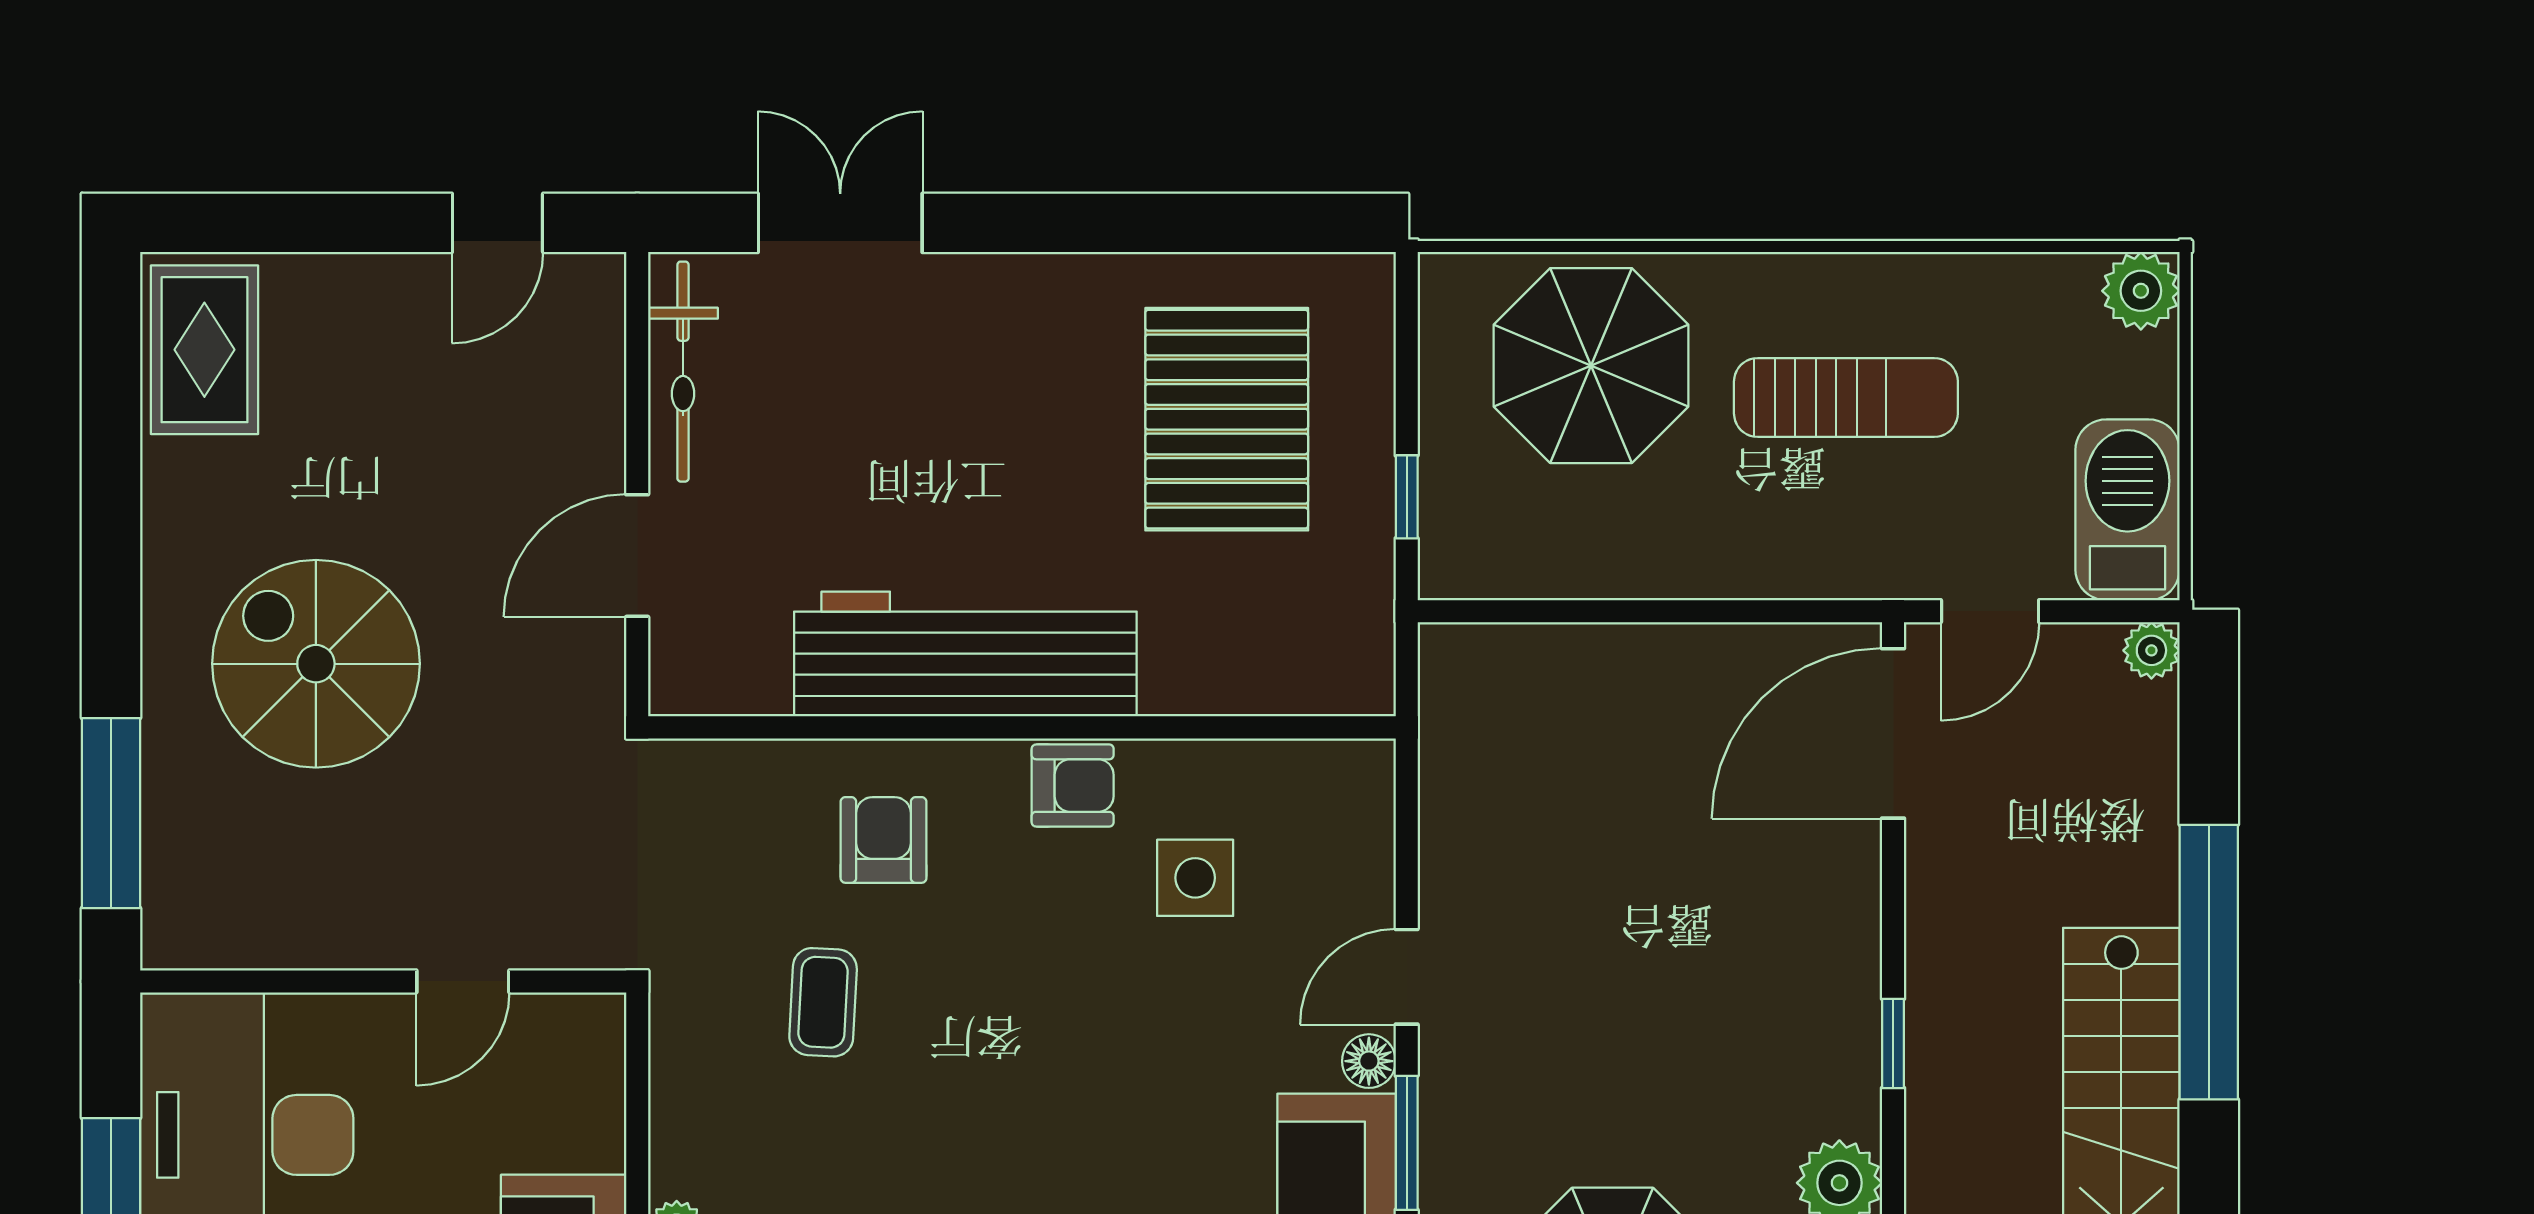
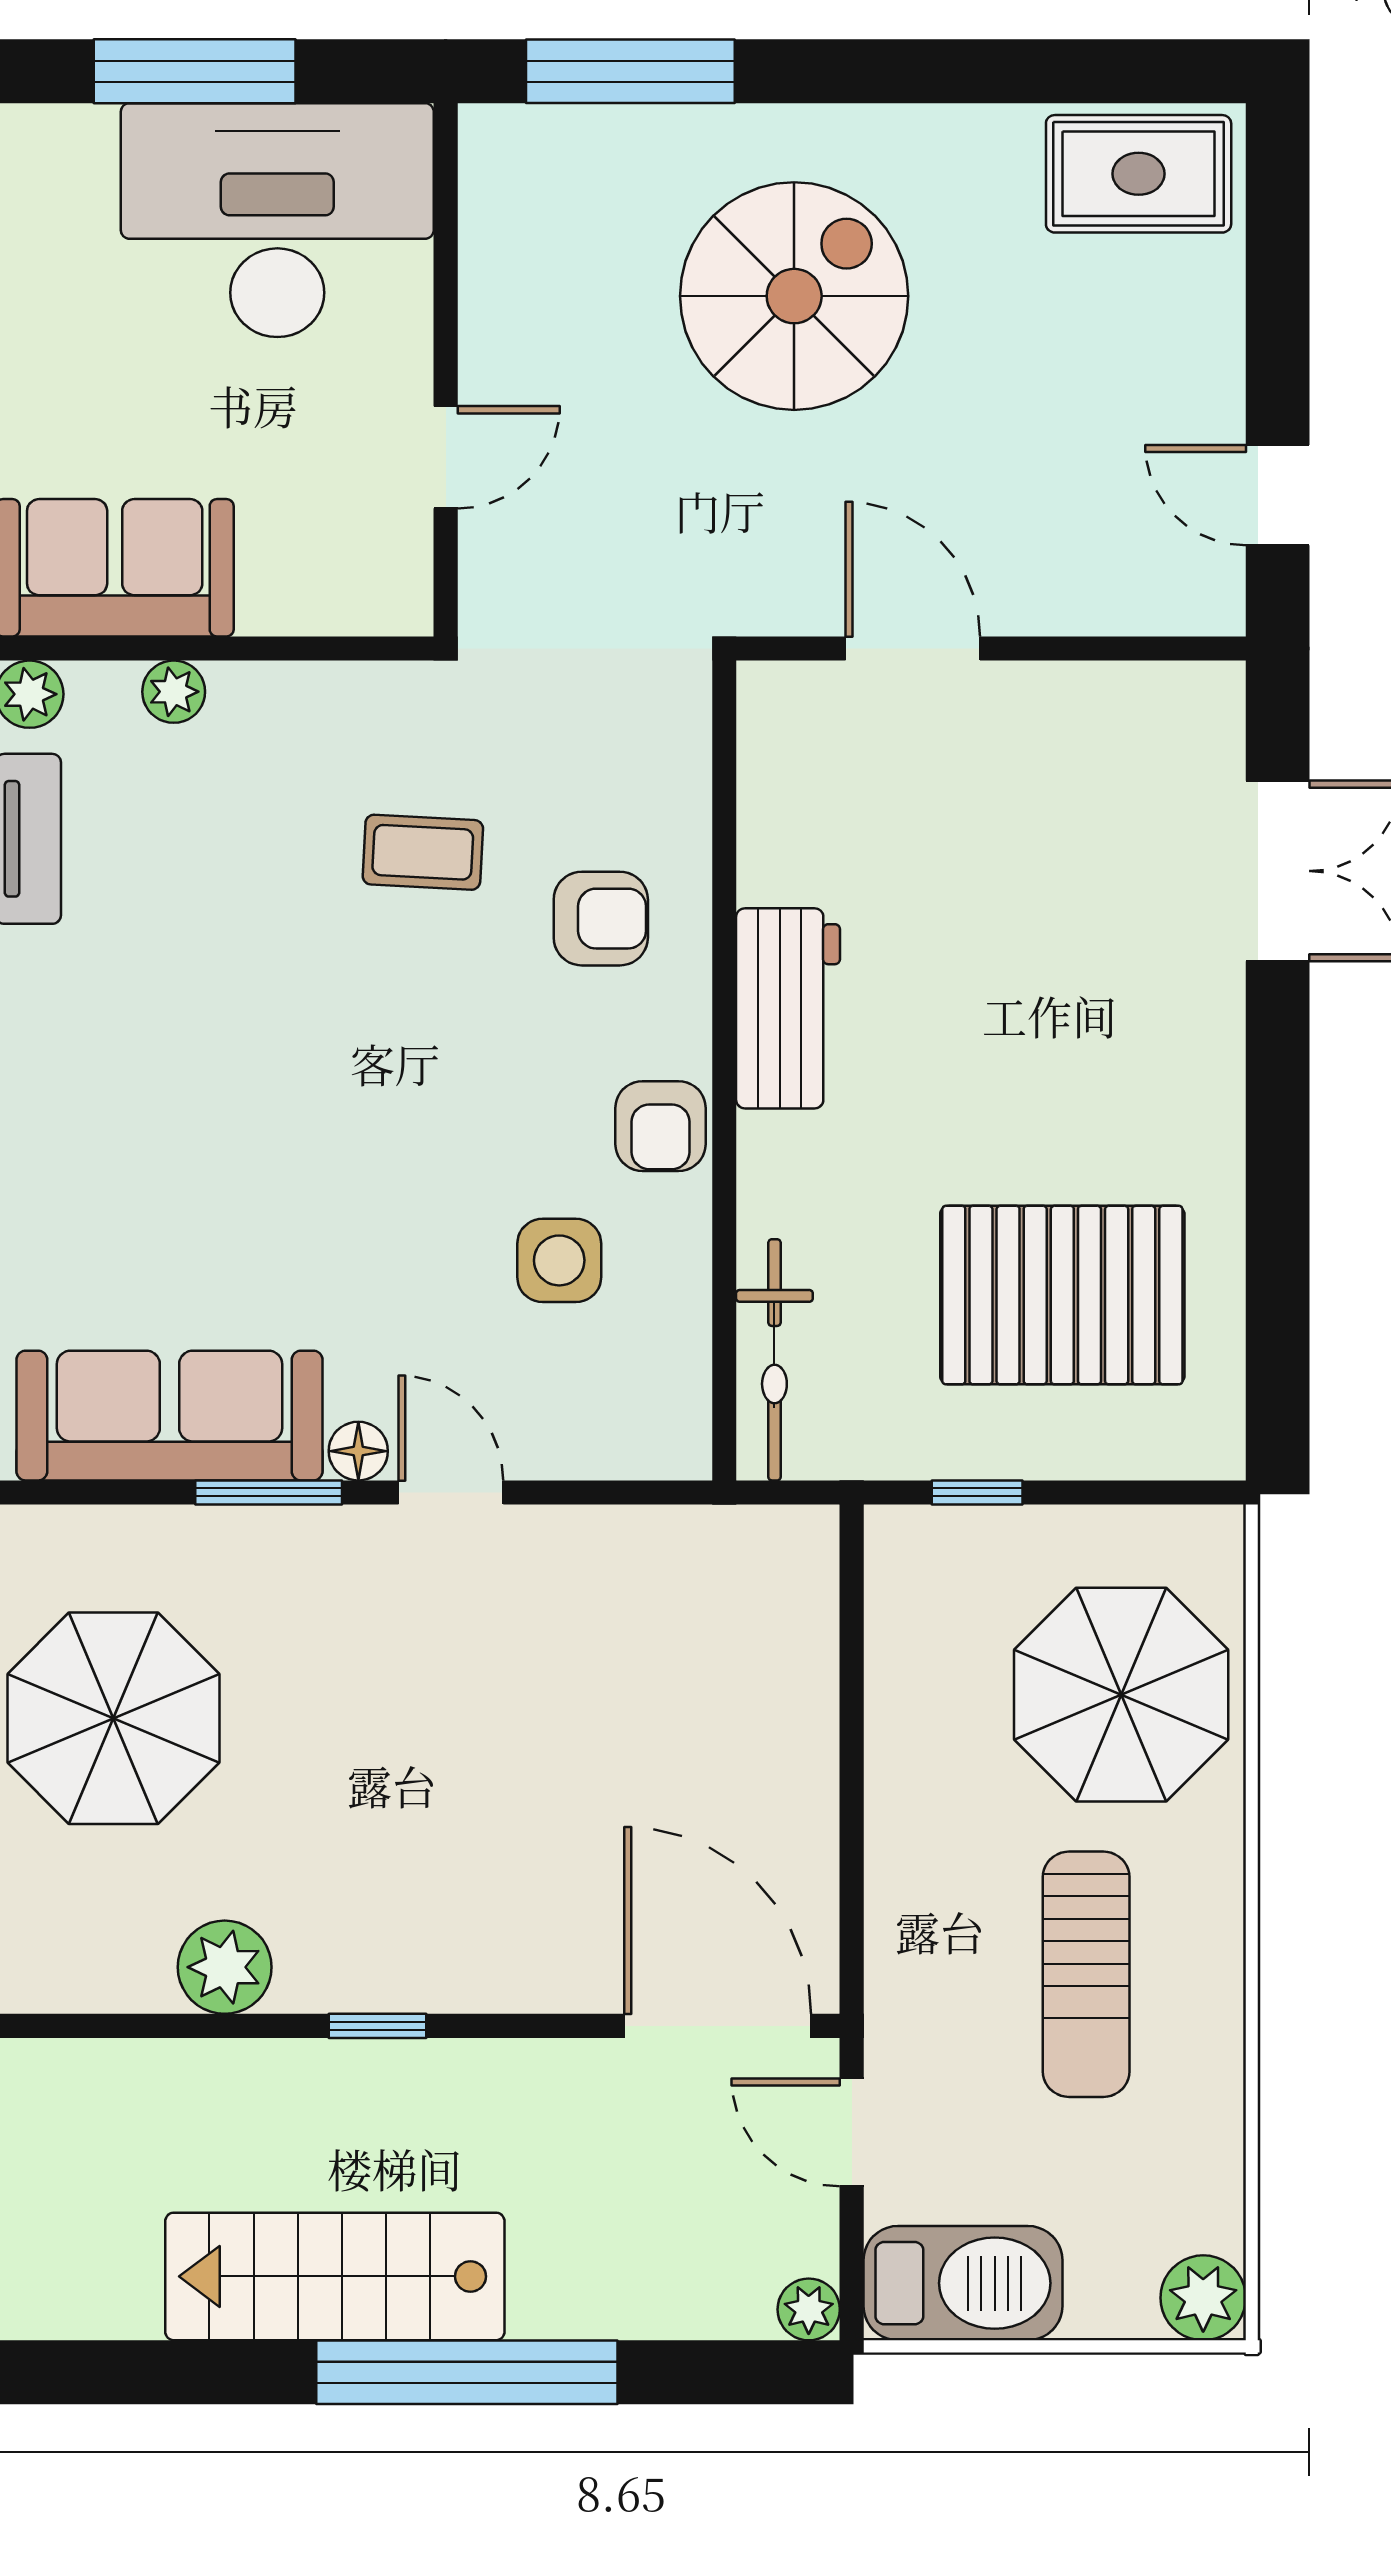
bicycle: (683, 372) -> (774, 1360), moved, turned -90
workbench: (965, 654) -> (788, 1008), width x0.53, depth x0.76
door: (463, 981) -> (446, 457), swing flipped

